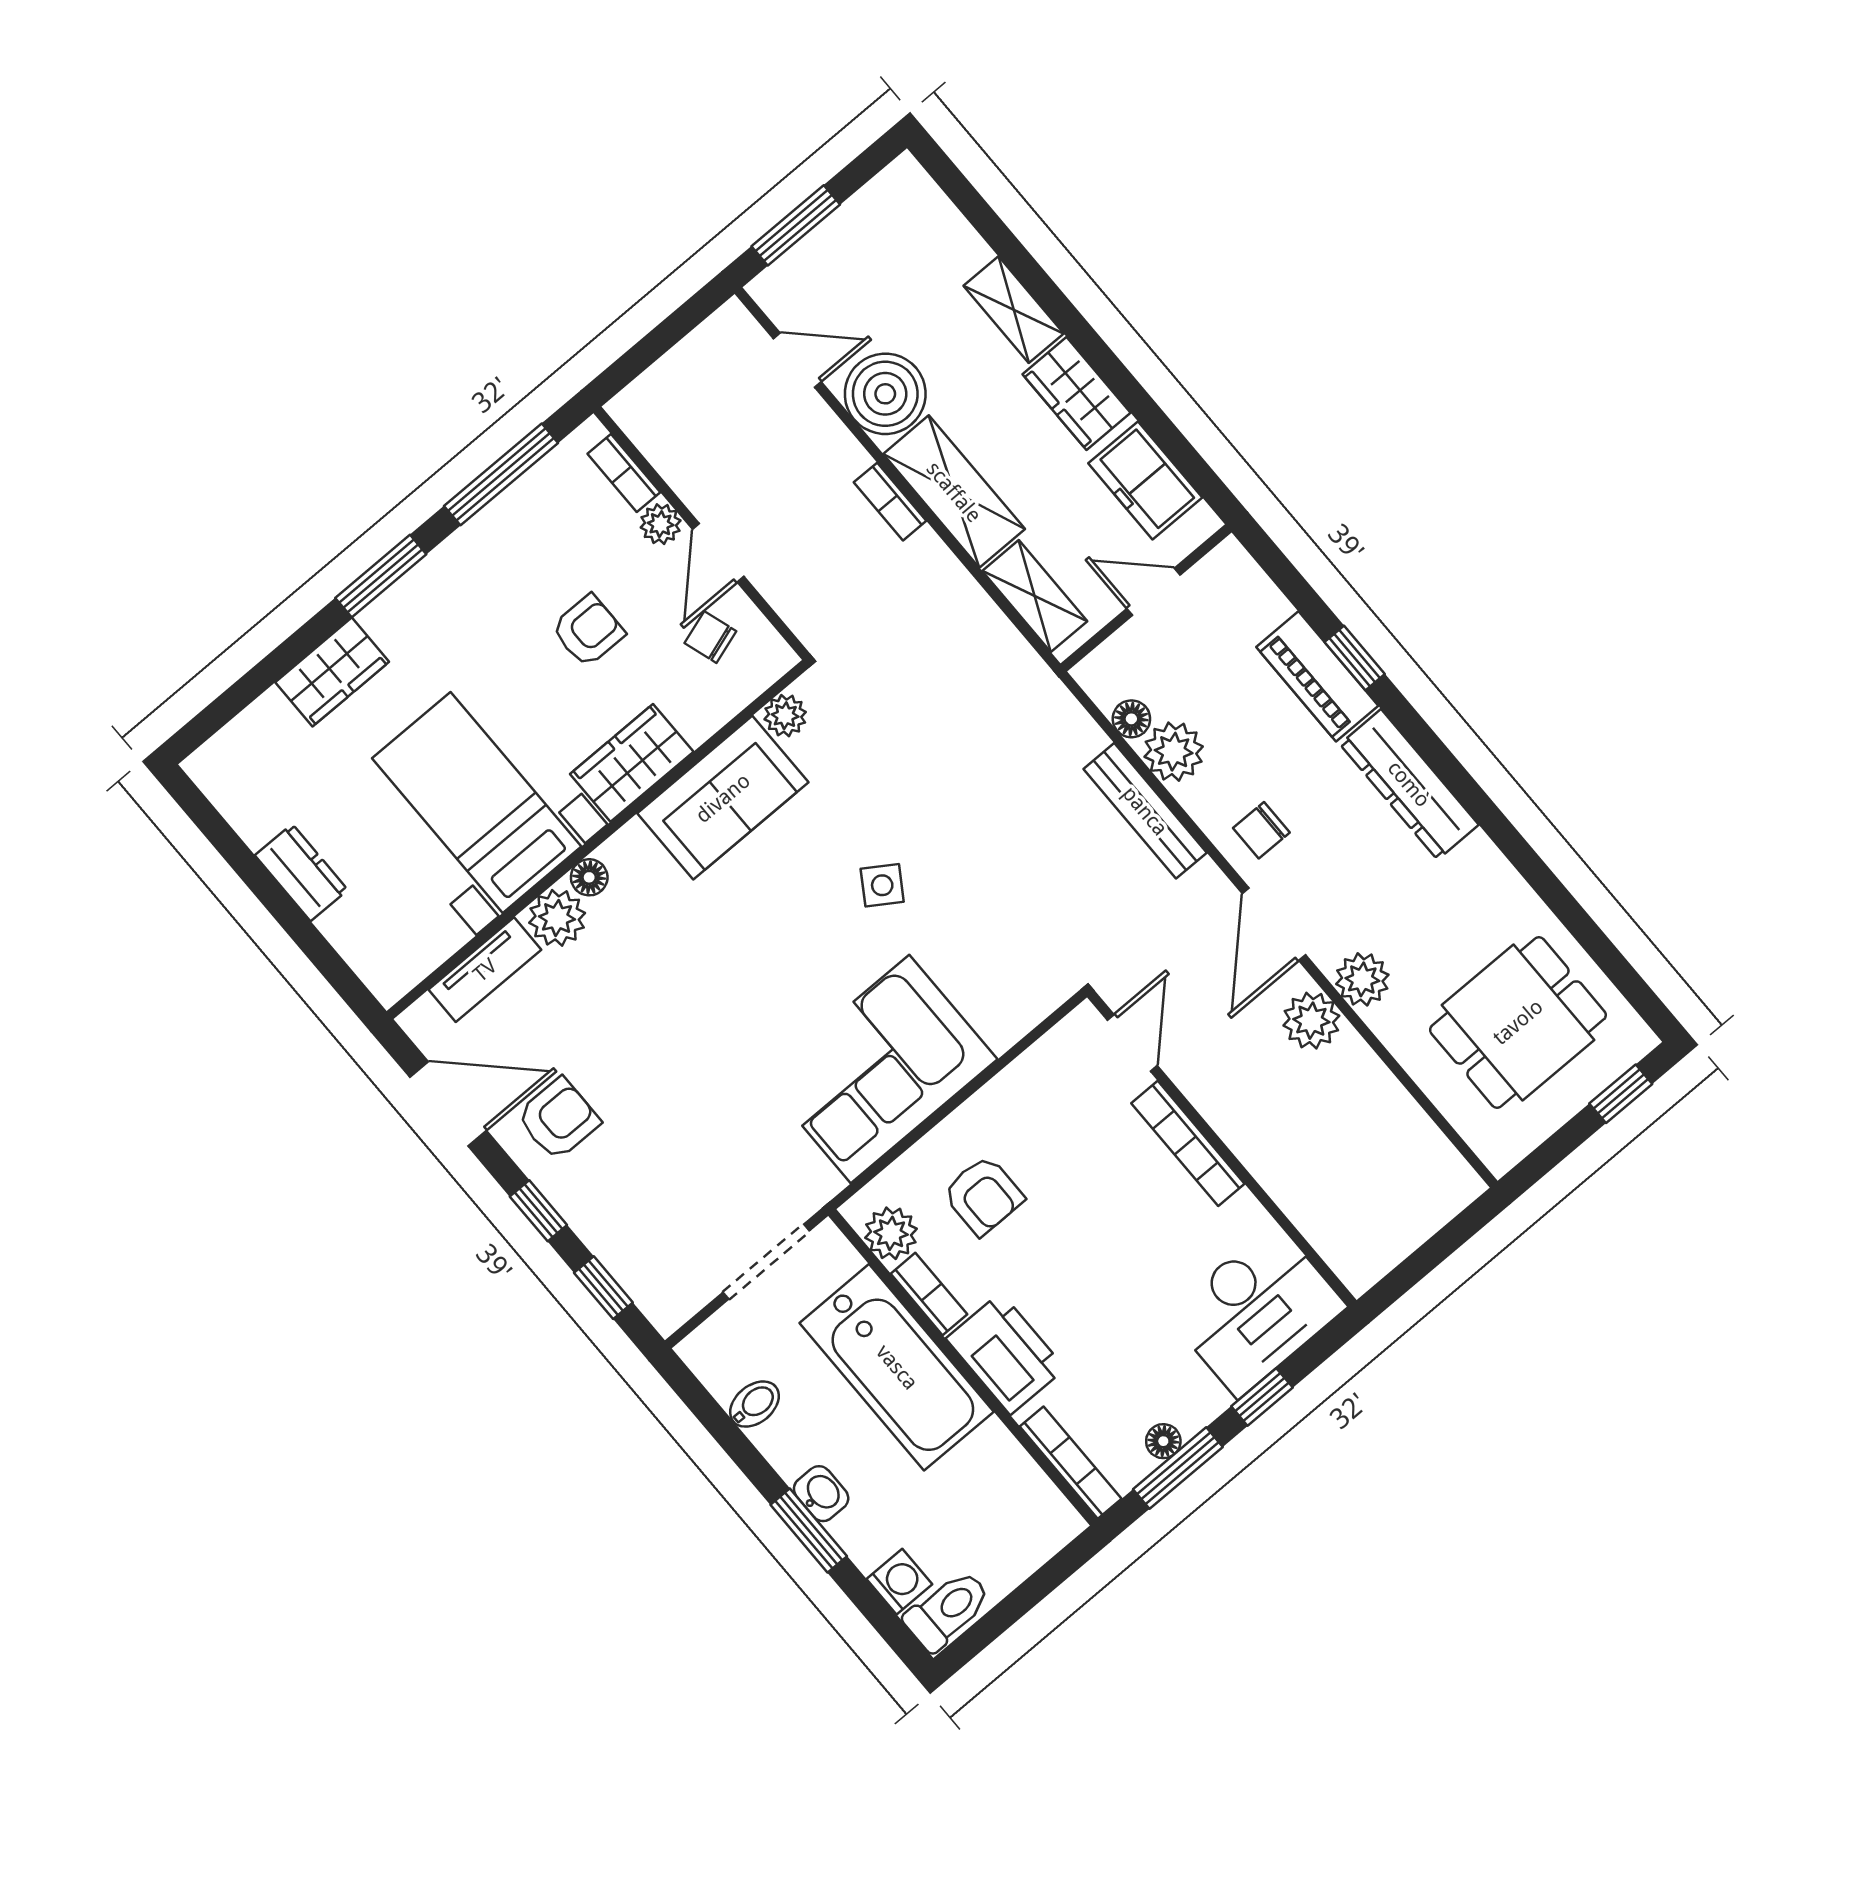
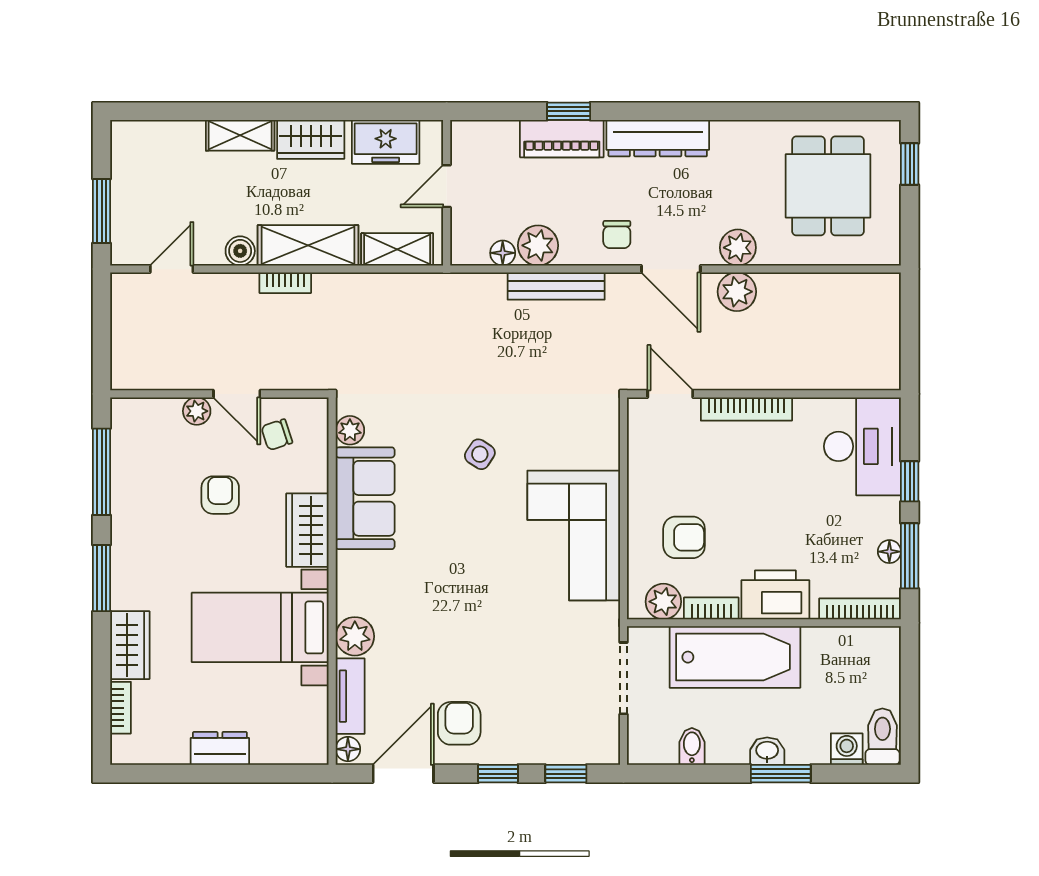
boiler: (885, 394) -> (240, 251), width x0.54, depth x0.54
bookcase: (624, 473) -> (121, 708), moved, turned -90
floor lamp: (589, 877) -> (348, 749), moved

